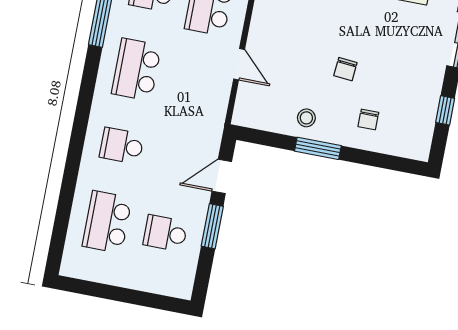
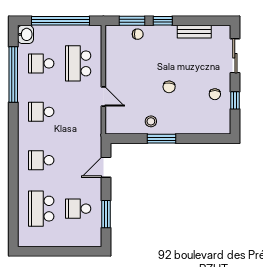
school desk: (136, 70) -> (41, 112), width x0.54
chair: (368, 119) -> (215, 94), moved
window: (212, 226) -> (106, 214), moved

